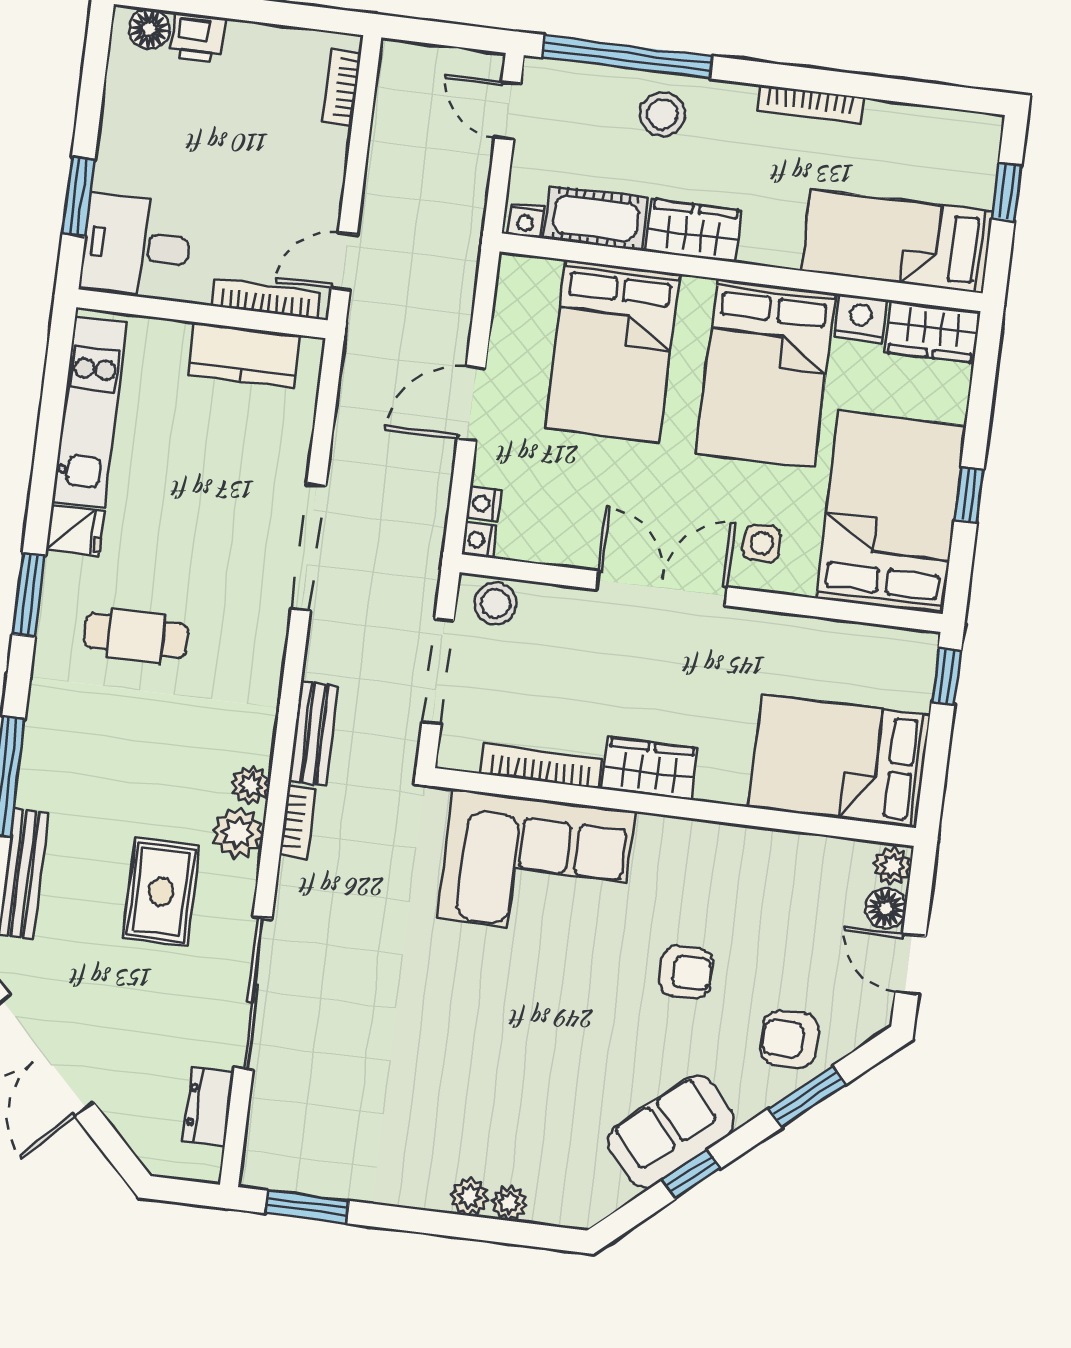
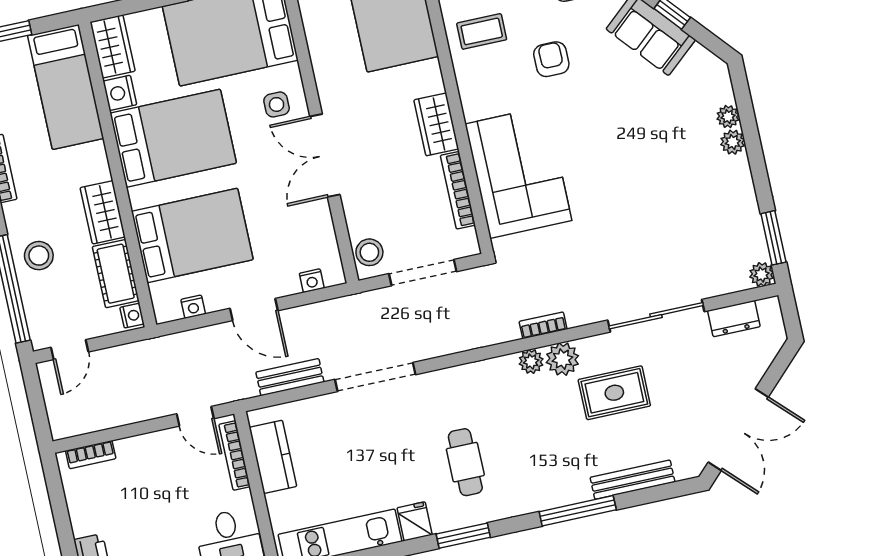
nightstand: (479, 540) -> (193, 307), moved
bench: (314, 734) -> (290, 377), moved
coffee table: (763, 884) -> (482, 31), added
plant: (259, 1171) -> (762, 274), added

